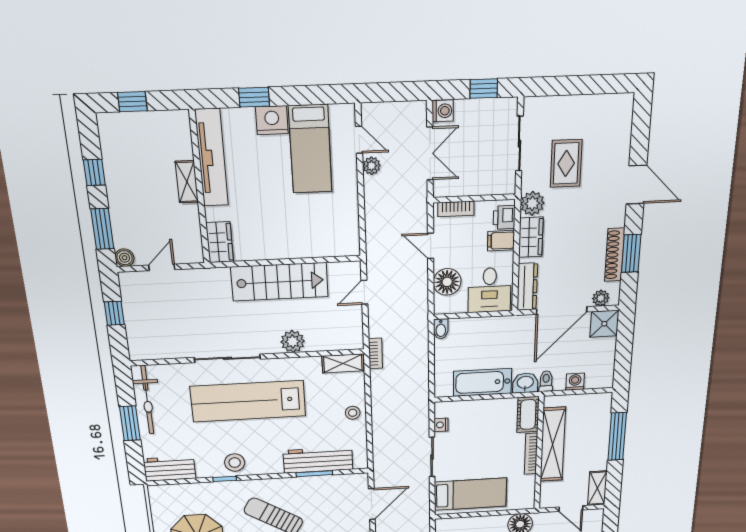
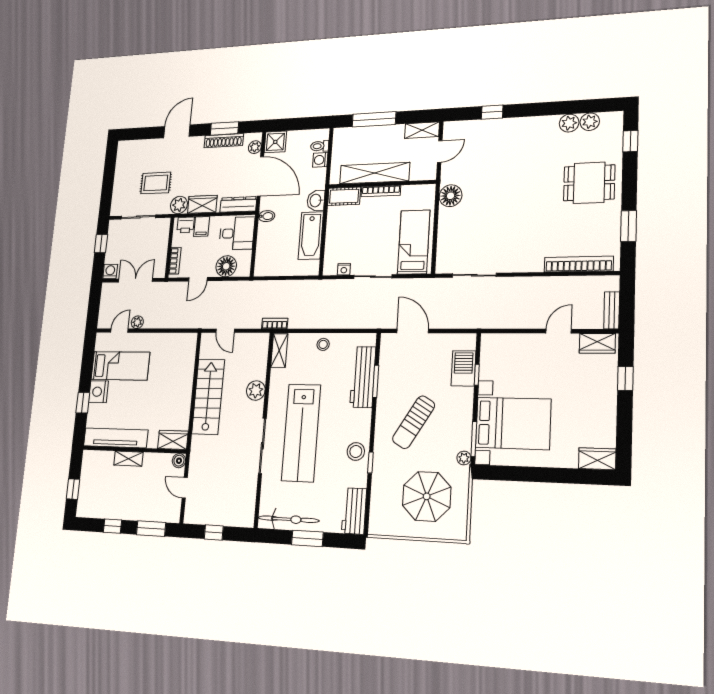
boiler: (125, 258) -> (179, 461), moved
bidet: (441, 329) -> (267, 216), moved
toilet: (546, 381) -> (320, 146), moved

